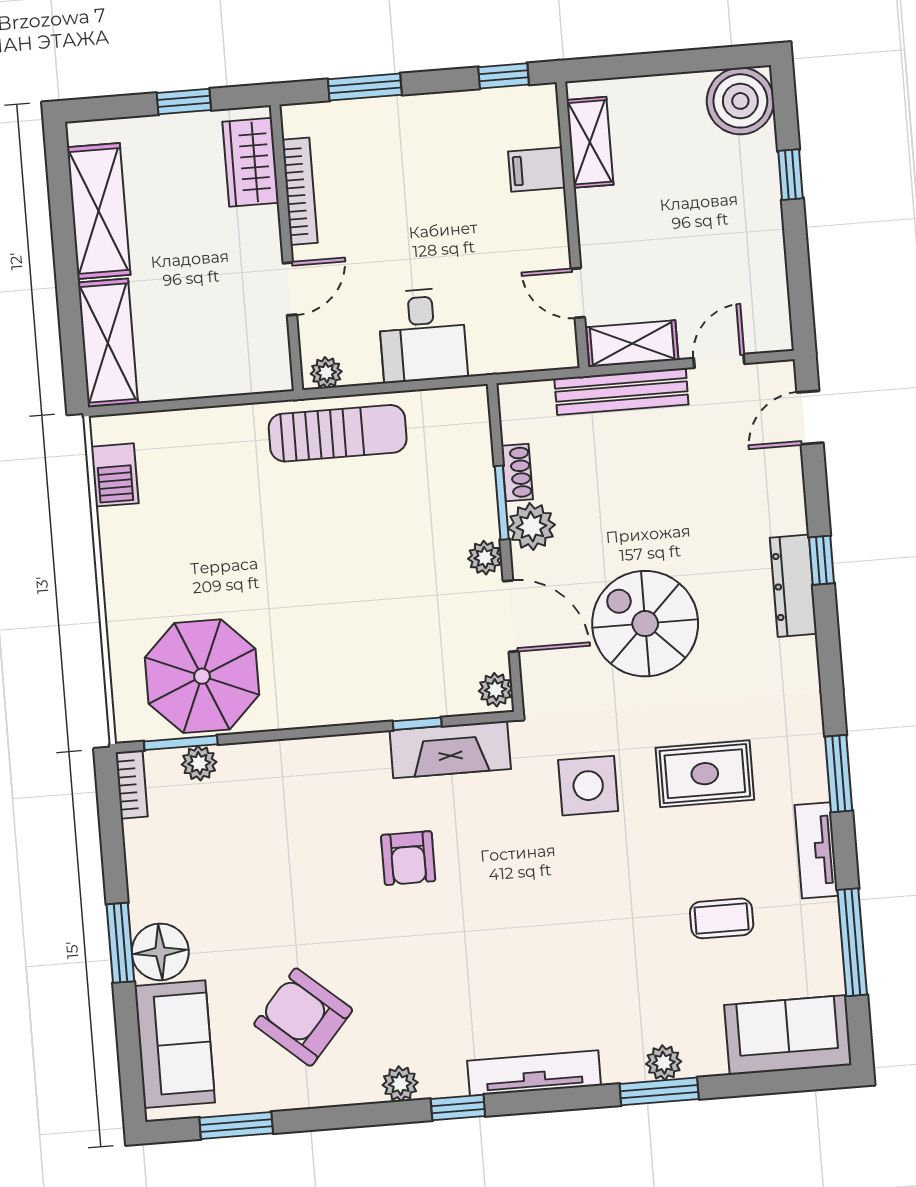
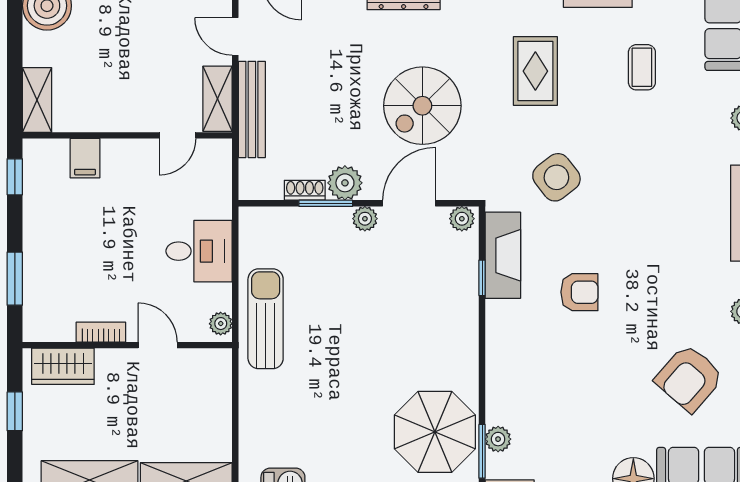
shelving: (590, 142) -> (37, 100), moved, turned 90
bookcase: (300, 191) -> (101, 332), width x0.64
side table: (588, 786) -> (556, 177), moved, turned -38

